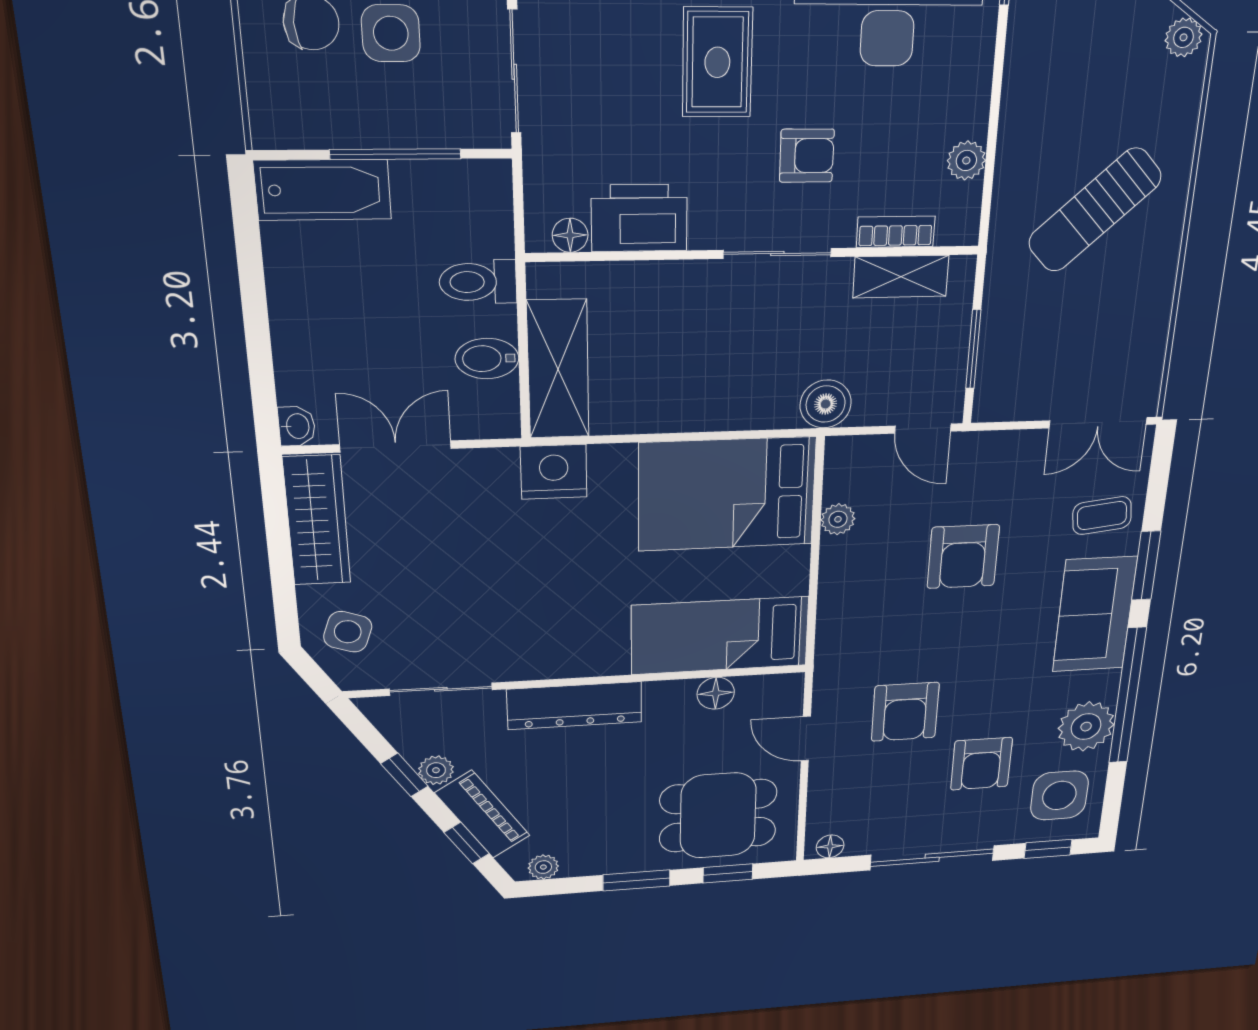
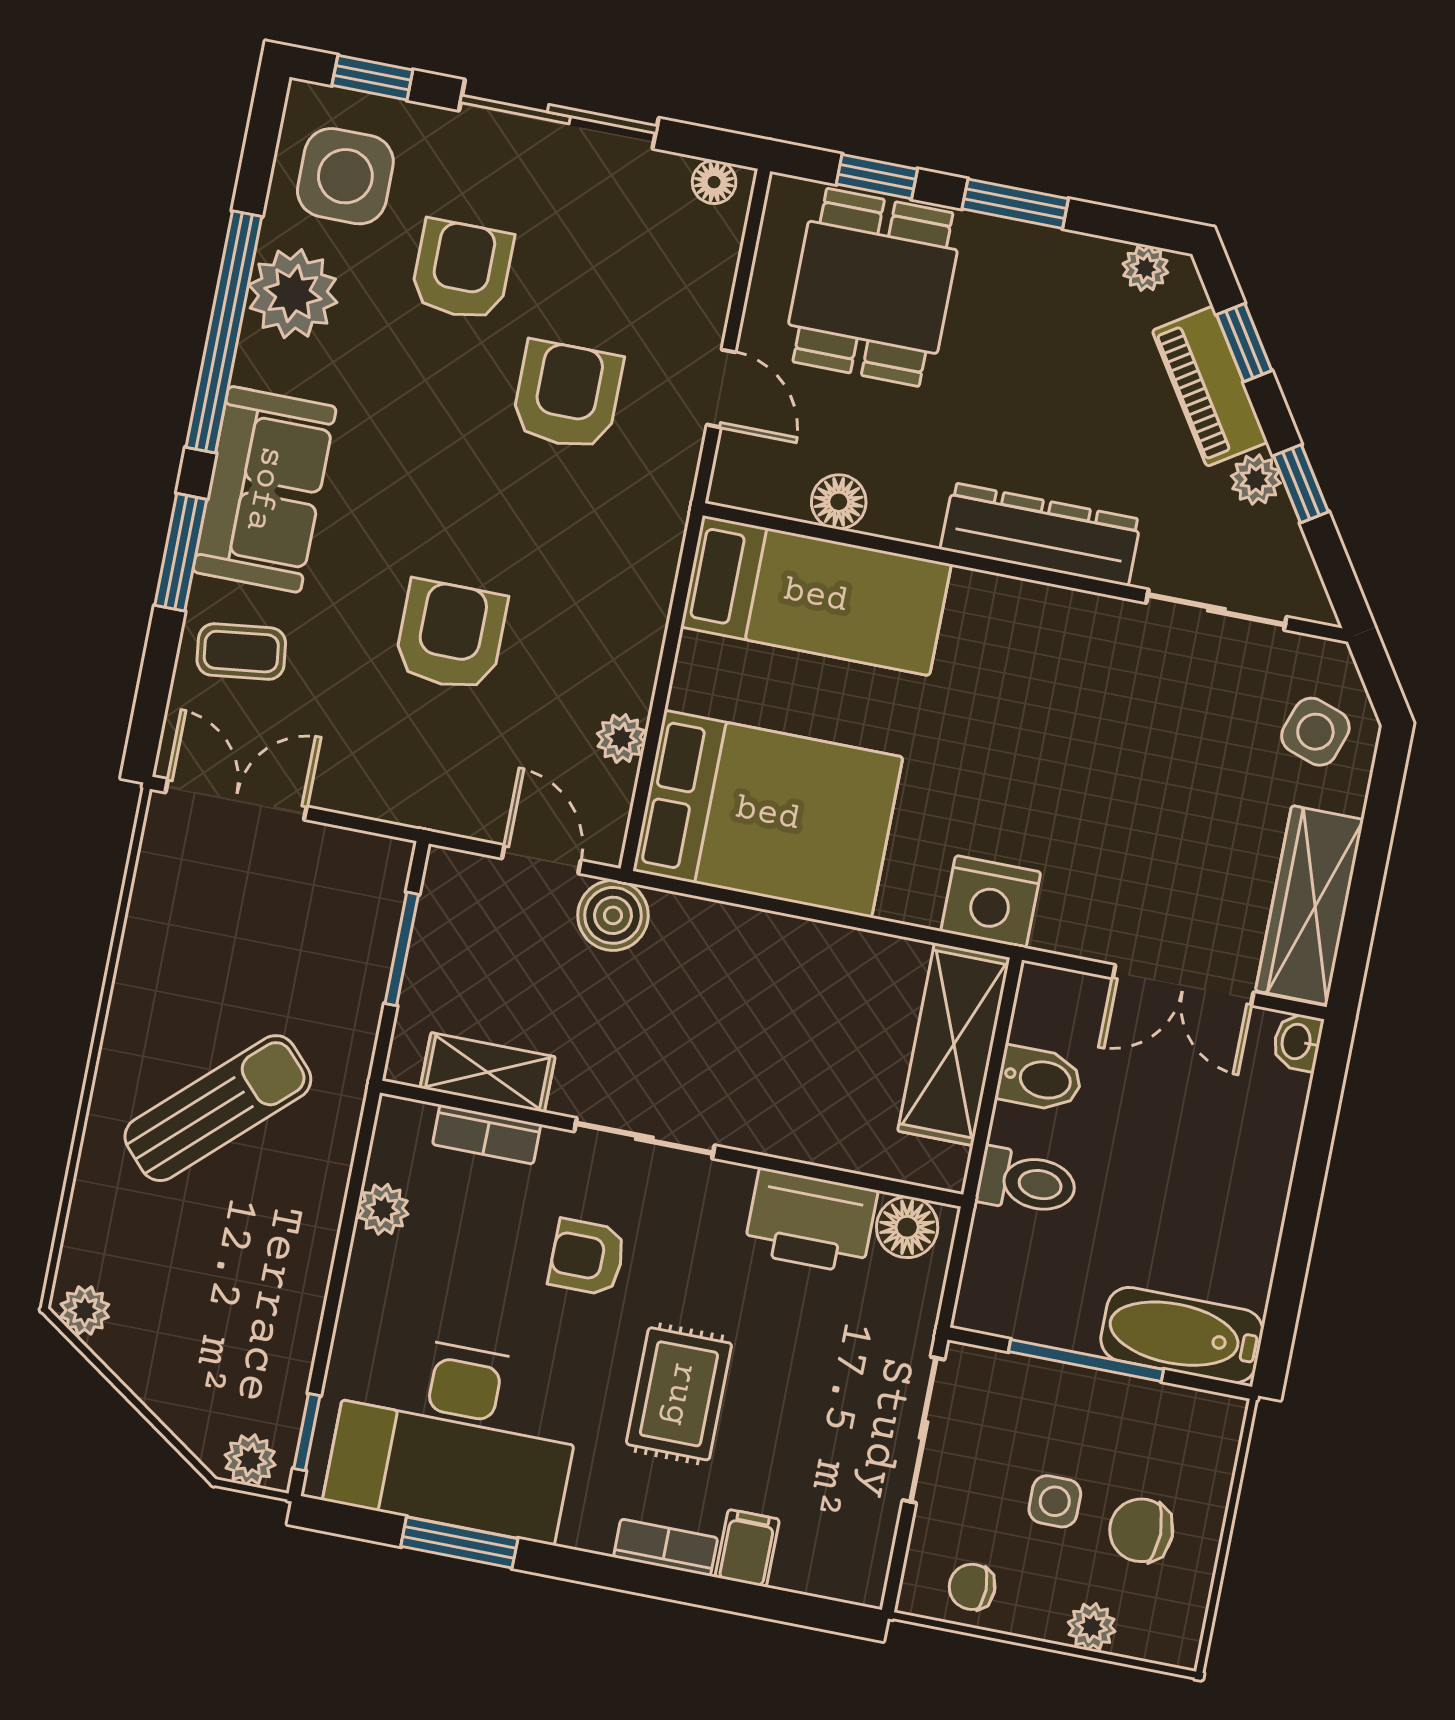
side table: (391, 33) -> (1055, 1501), width x0.73, depth x0.73
floor lamp: (570, 235) -> (907, 1227), width x1.37, depth x1.37
door: (923, 429) -> (541, 859), moved
dining table: (718, 816) -> (873, 287), turned 90

